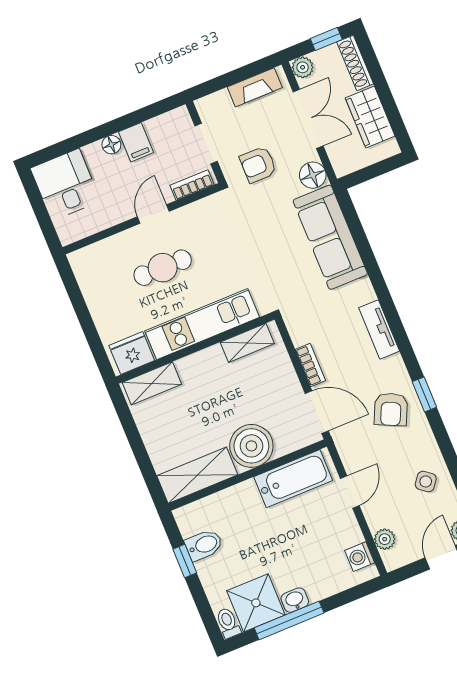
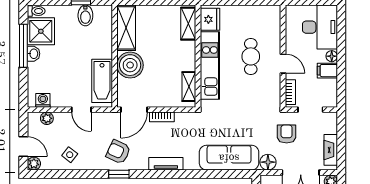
desk: (65, 185) -> (320, 27), width x1.37

